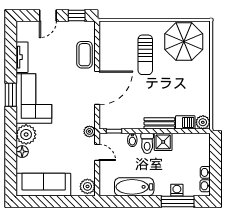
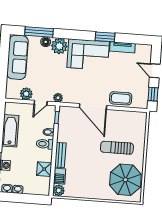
window: (11, 95) -> (105, 37), moved
shower: (163, 142) -> (44, 169), moved
window: (11, 161) -> (39, 32), added
plant: (87, 186) -> (26, 94), moved

